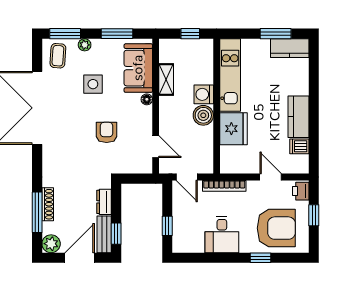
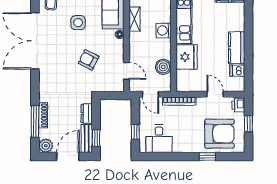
boiler: (203, 115) -> (163, 67), moved
armchair: (107, 132) -> (89, 60), turned -63
desk: (222, 235) -> (159, 139), moved

